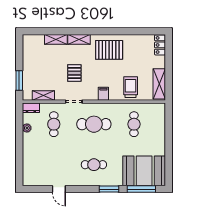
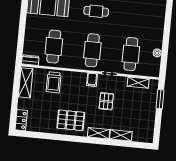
filing cabinet: (103, 94) -> (92, 80), moved
dresser: (31, 108) -> (30, 60), moved
cafe table: (54, 124) -> (131, 54), width x1.37, depth x1.35
cafe table: (94, 124) -> (92, 50), turned 90
cafe table: (134, 124) -> (54, 46), width x1.37, depth x1.35

